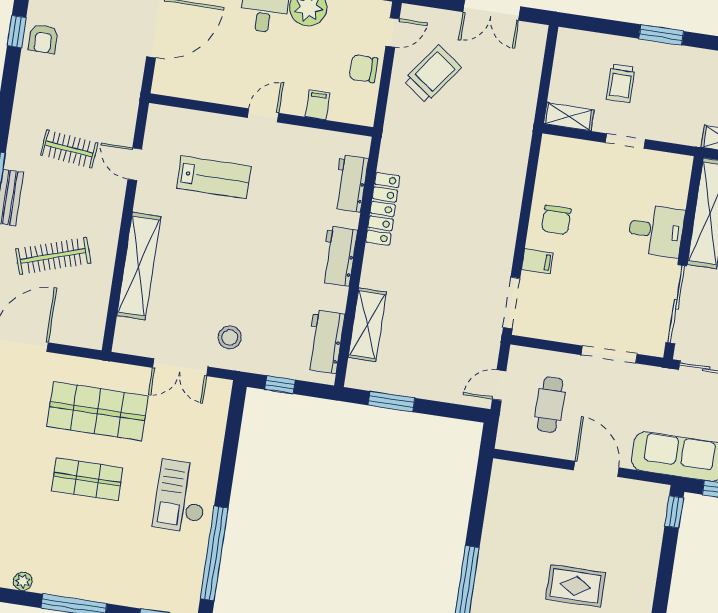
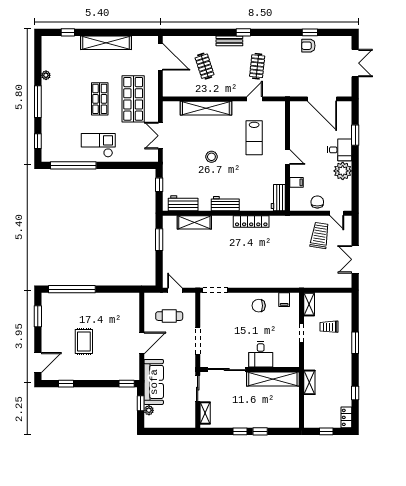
trolley: (432, 74) -> (320, 235), turned -117
workbench: (350, 183) -> (278, 198), moved, turned -90
clothes rail: (53, 256) -> (205, 66), width x0.73
filing cabinet: (537, 261) -> (284, 300), moved
stool: (230, 337) -> (211, 157), moved

